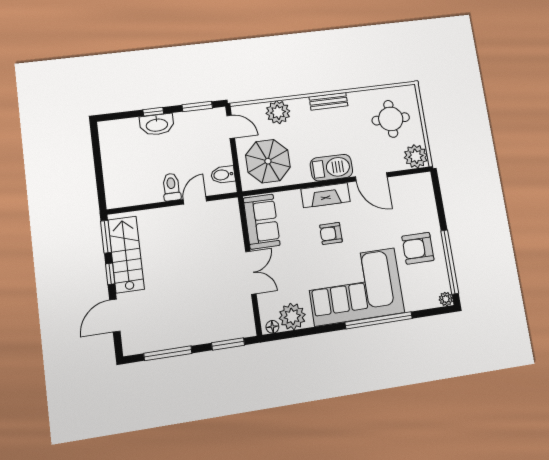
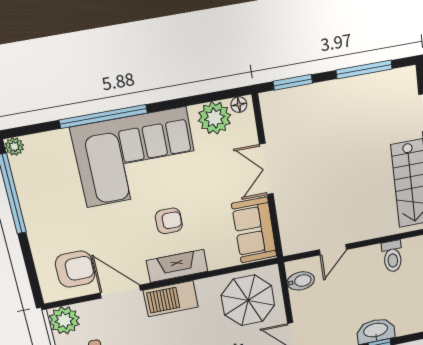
toilet: (171, 187) -> (392, 256), moved
armchair: (418, 248) -> (75, 269), moved

